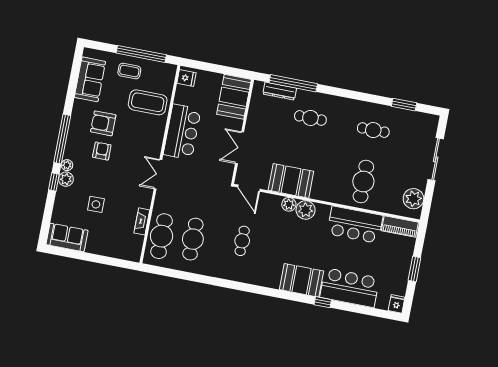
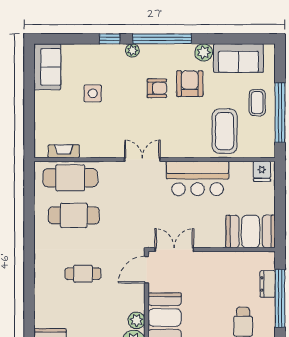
dresser: (280, 91) -> (268, 284), width x0.70
double door: (240, 148) -> (174, 250), moved
plant: (66, 179) -> (204, 52), moved
fireplace: (142, 221) -> (64, 151), moved

